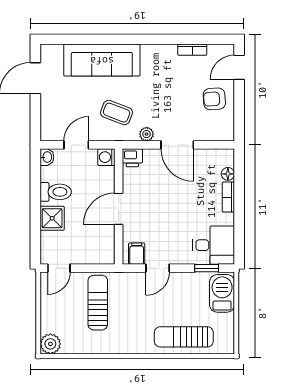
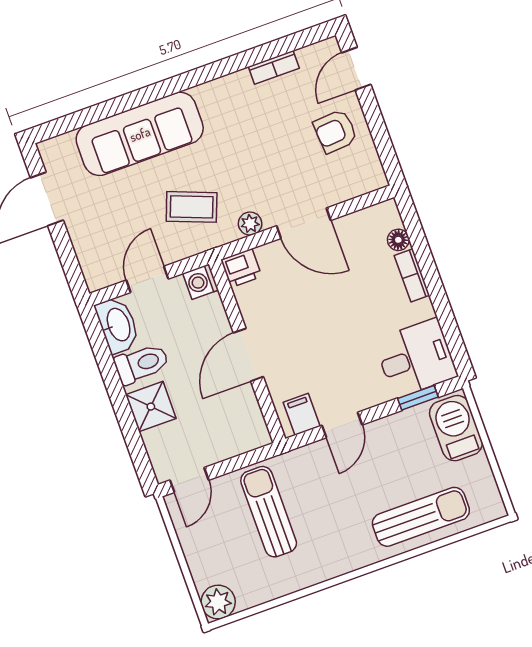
washbasin: (47, 157) -> (118, 325), width x1.91, depth x1.45
sun lounger: (184, 337) -> (421, 517), turned 180

